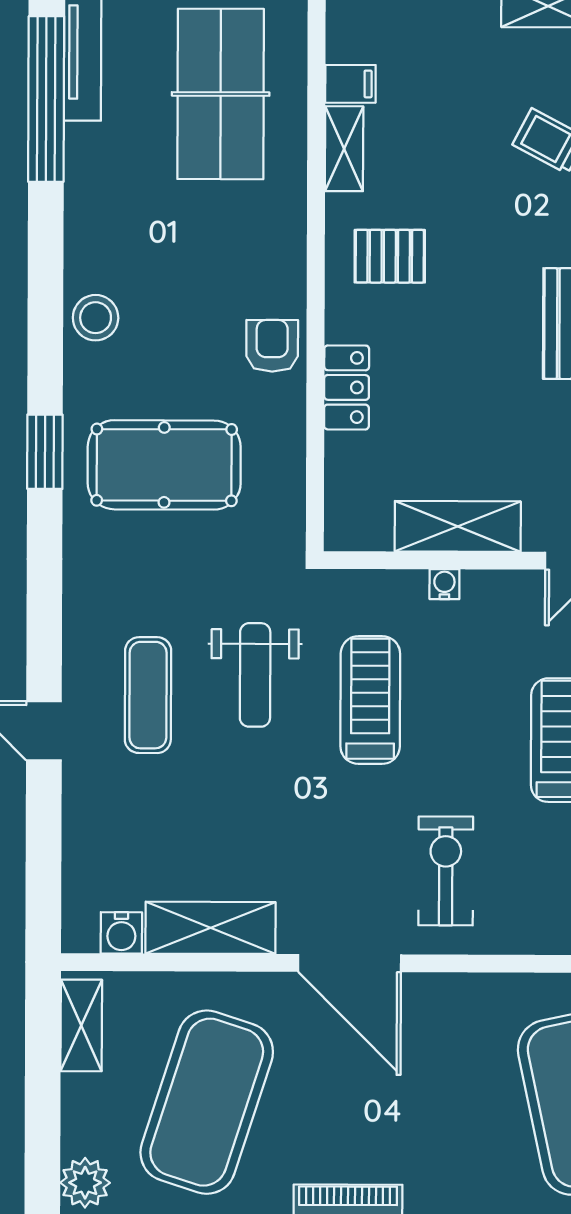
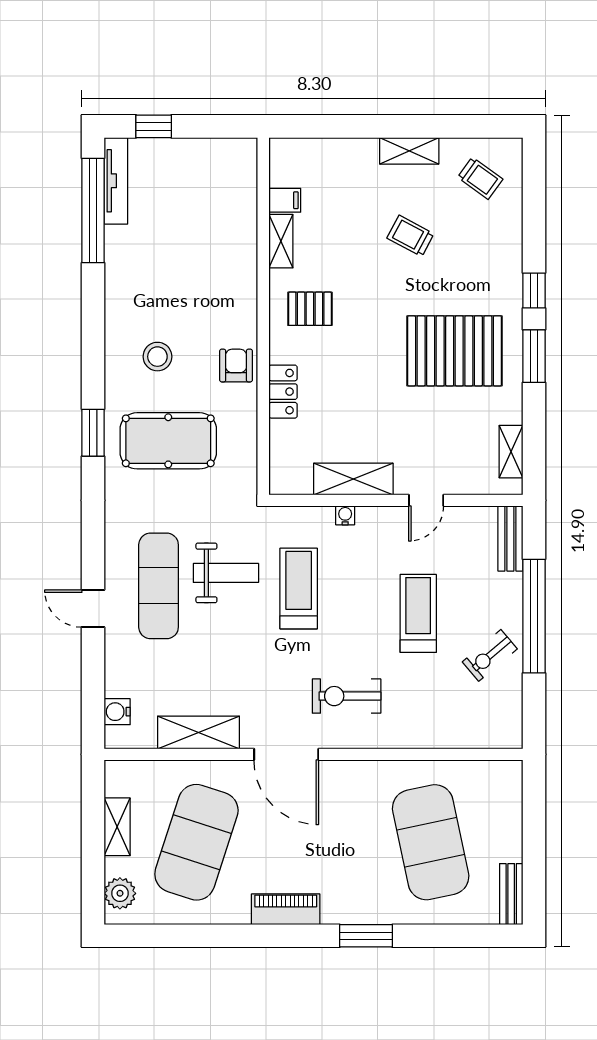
table tennis table: (221, 94) -> (203, 207), removed
stool: (96, 318) -> (157, 357), moved
weight bench: (255, 675) -> (226, 573), turned -90
exercise mat: (148, 695) -> (159, 586), width x1.36, depth x1.45
exercise bike: (446, 871) -> (347, 696), turned -90
water cooler: (121, 933) -> (117, 712), moved, turned 90
shelving: (81, 1025) -> (117, 827), moved

